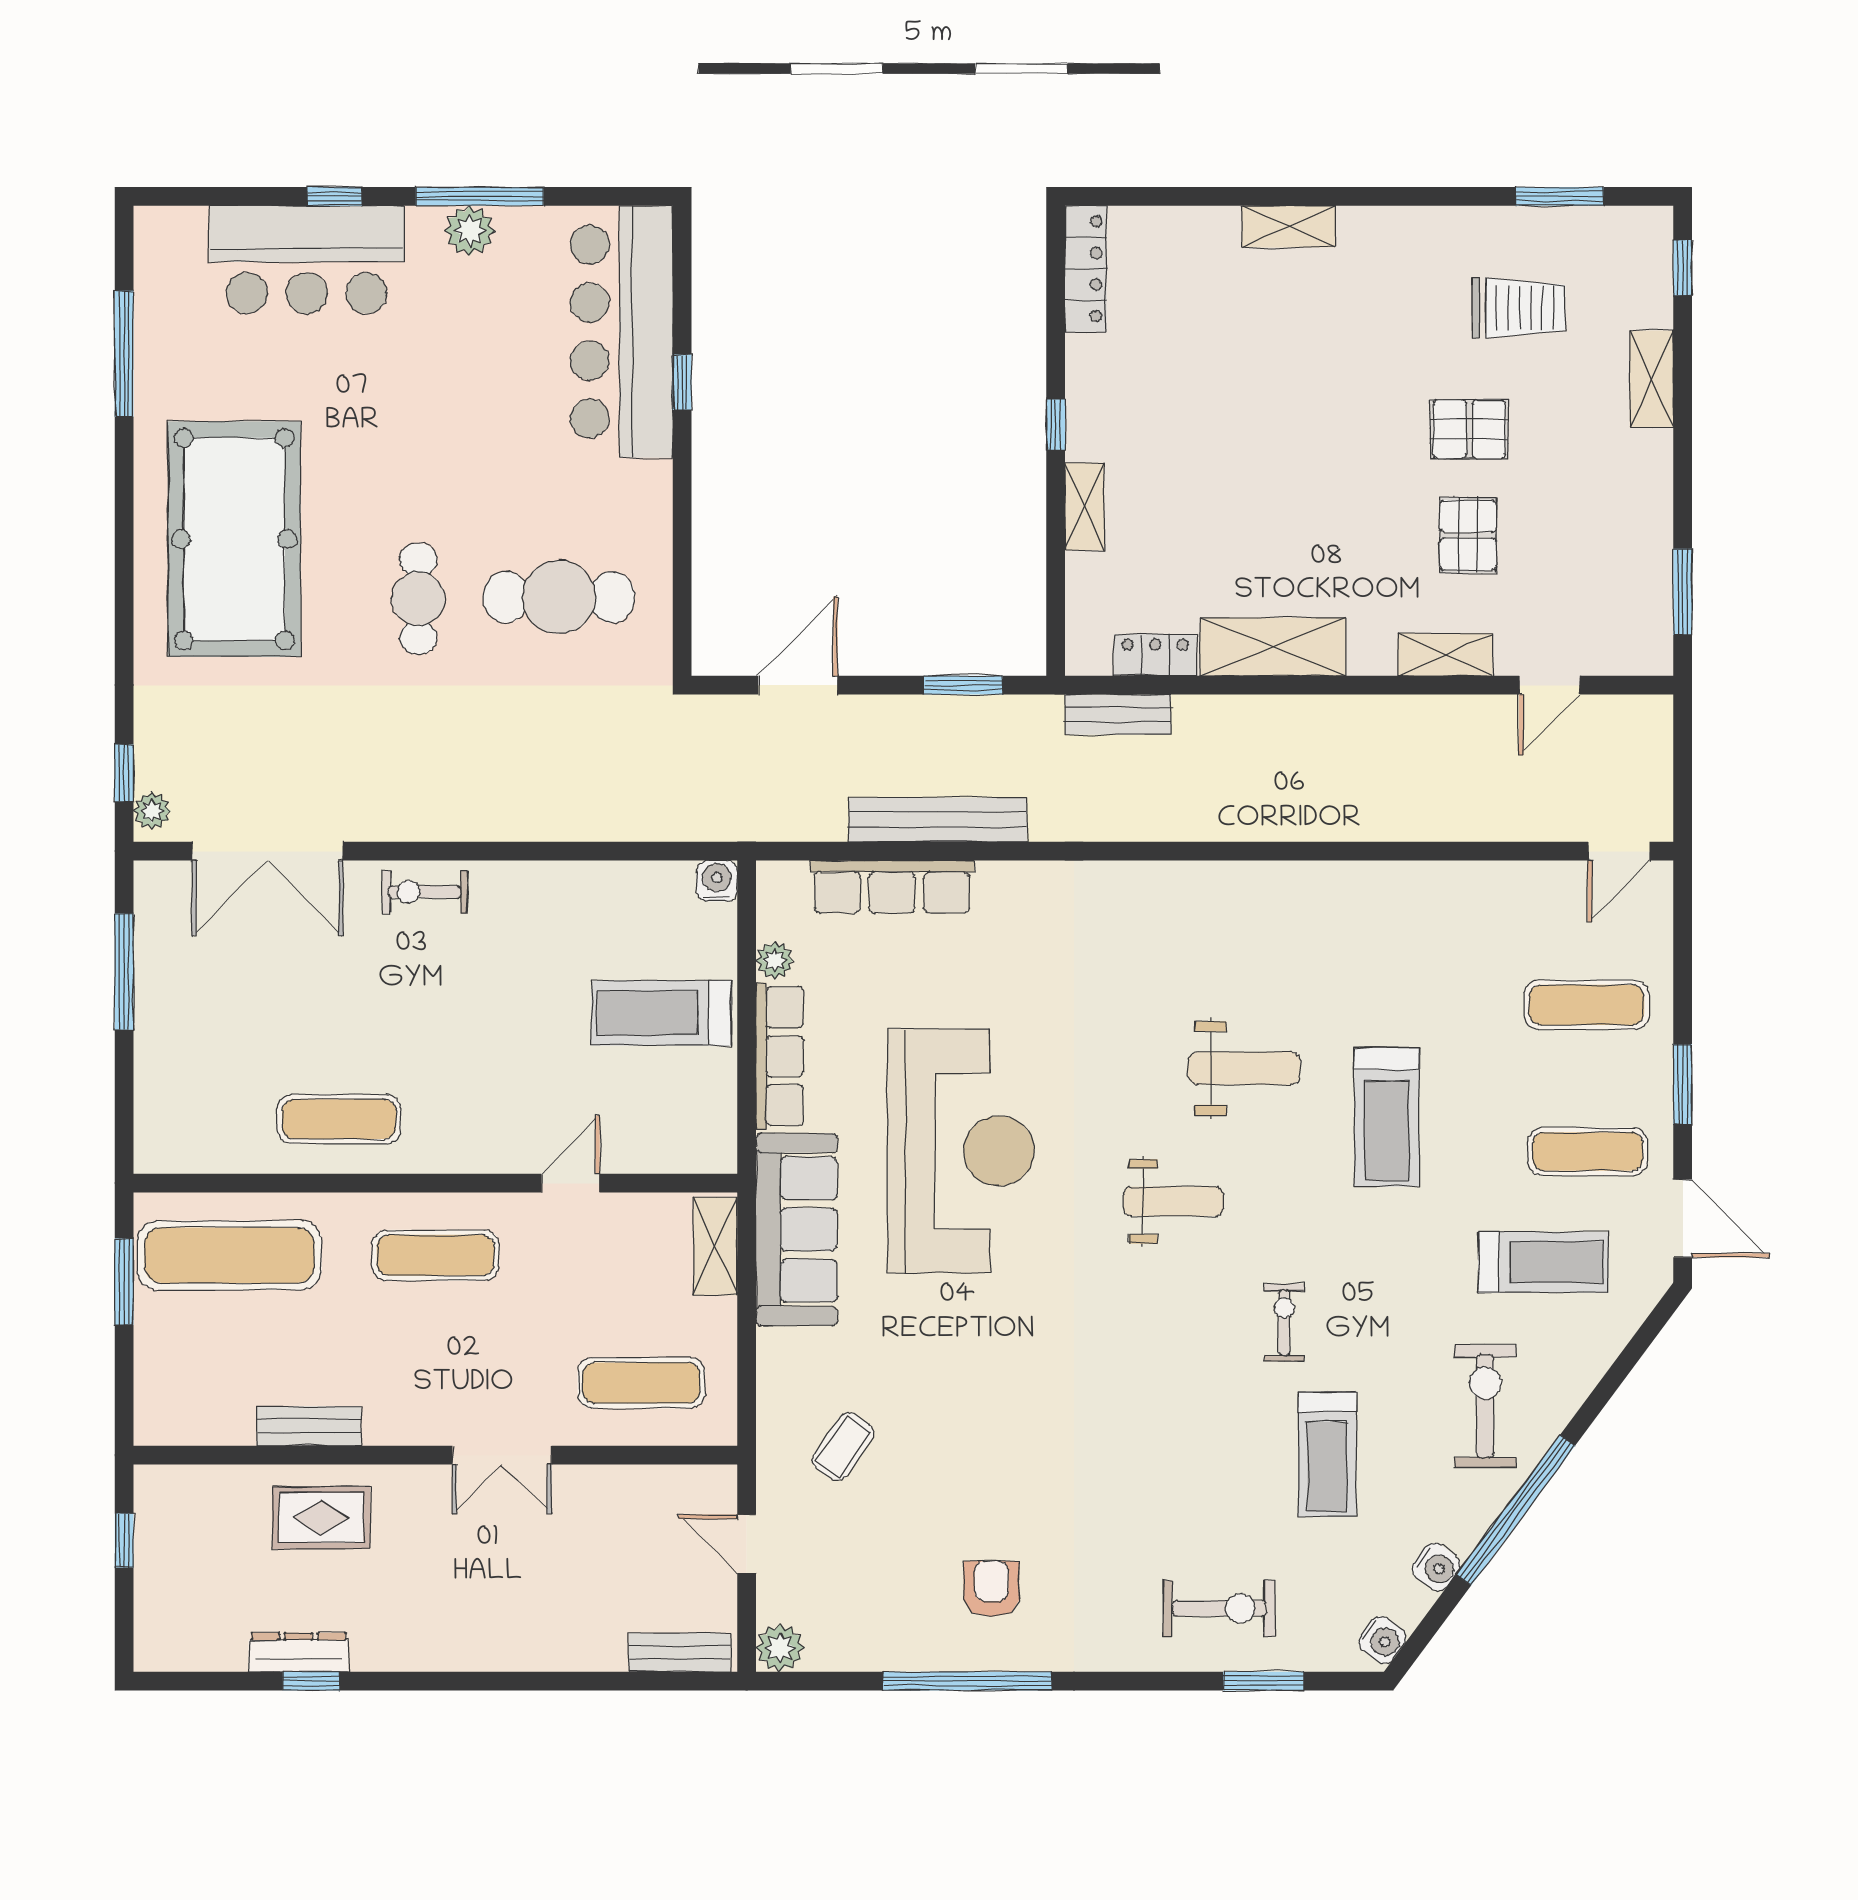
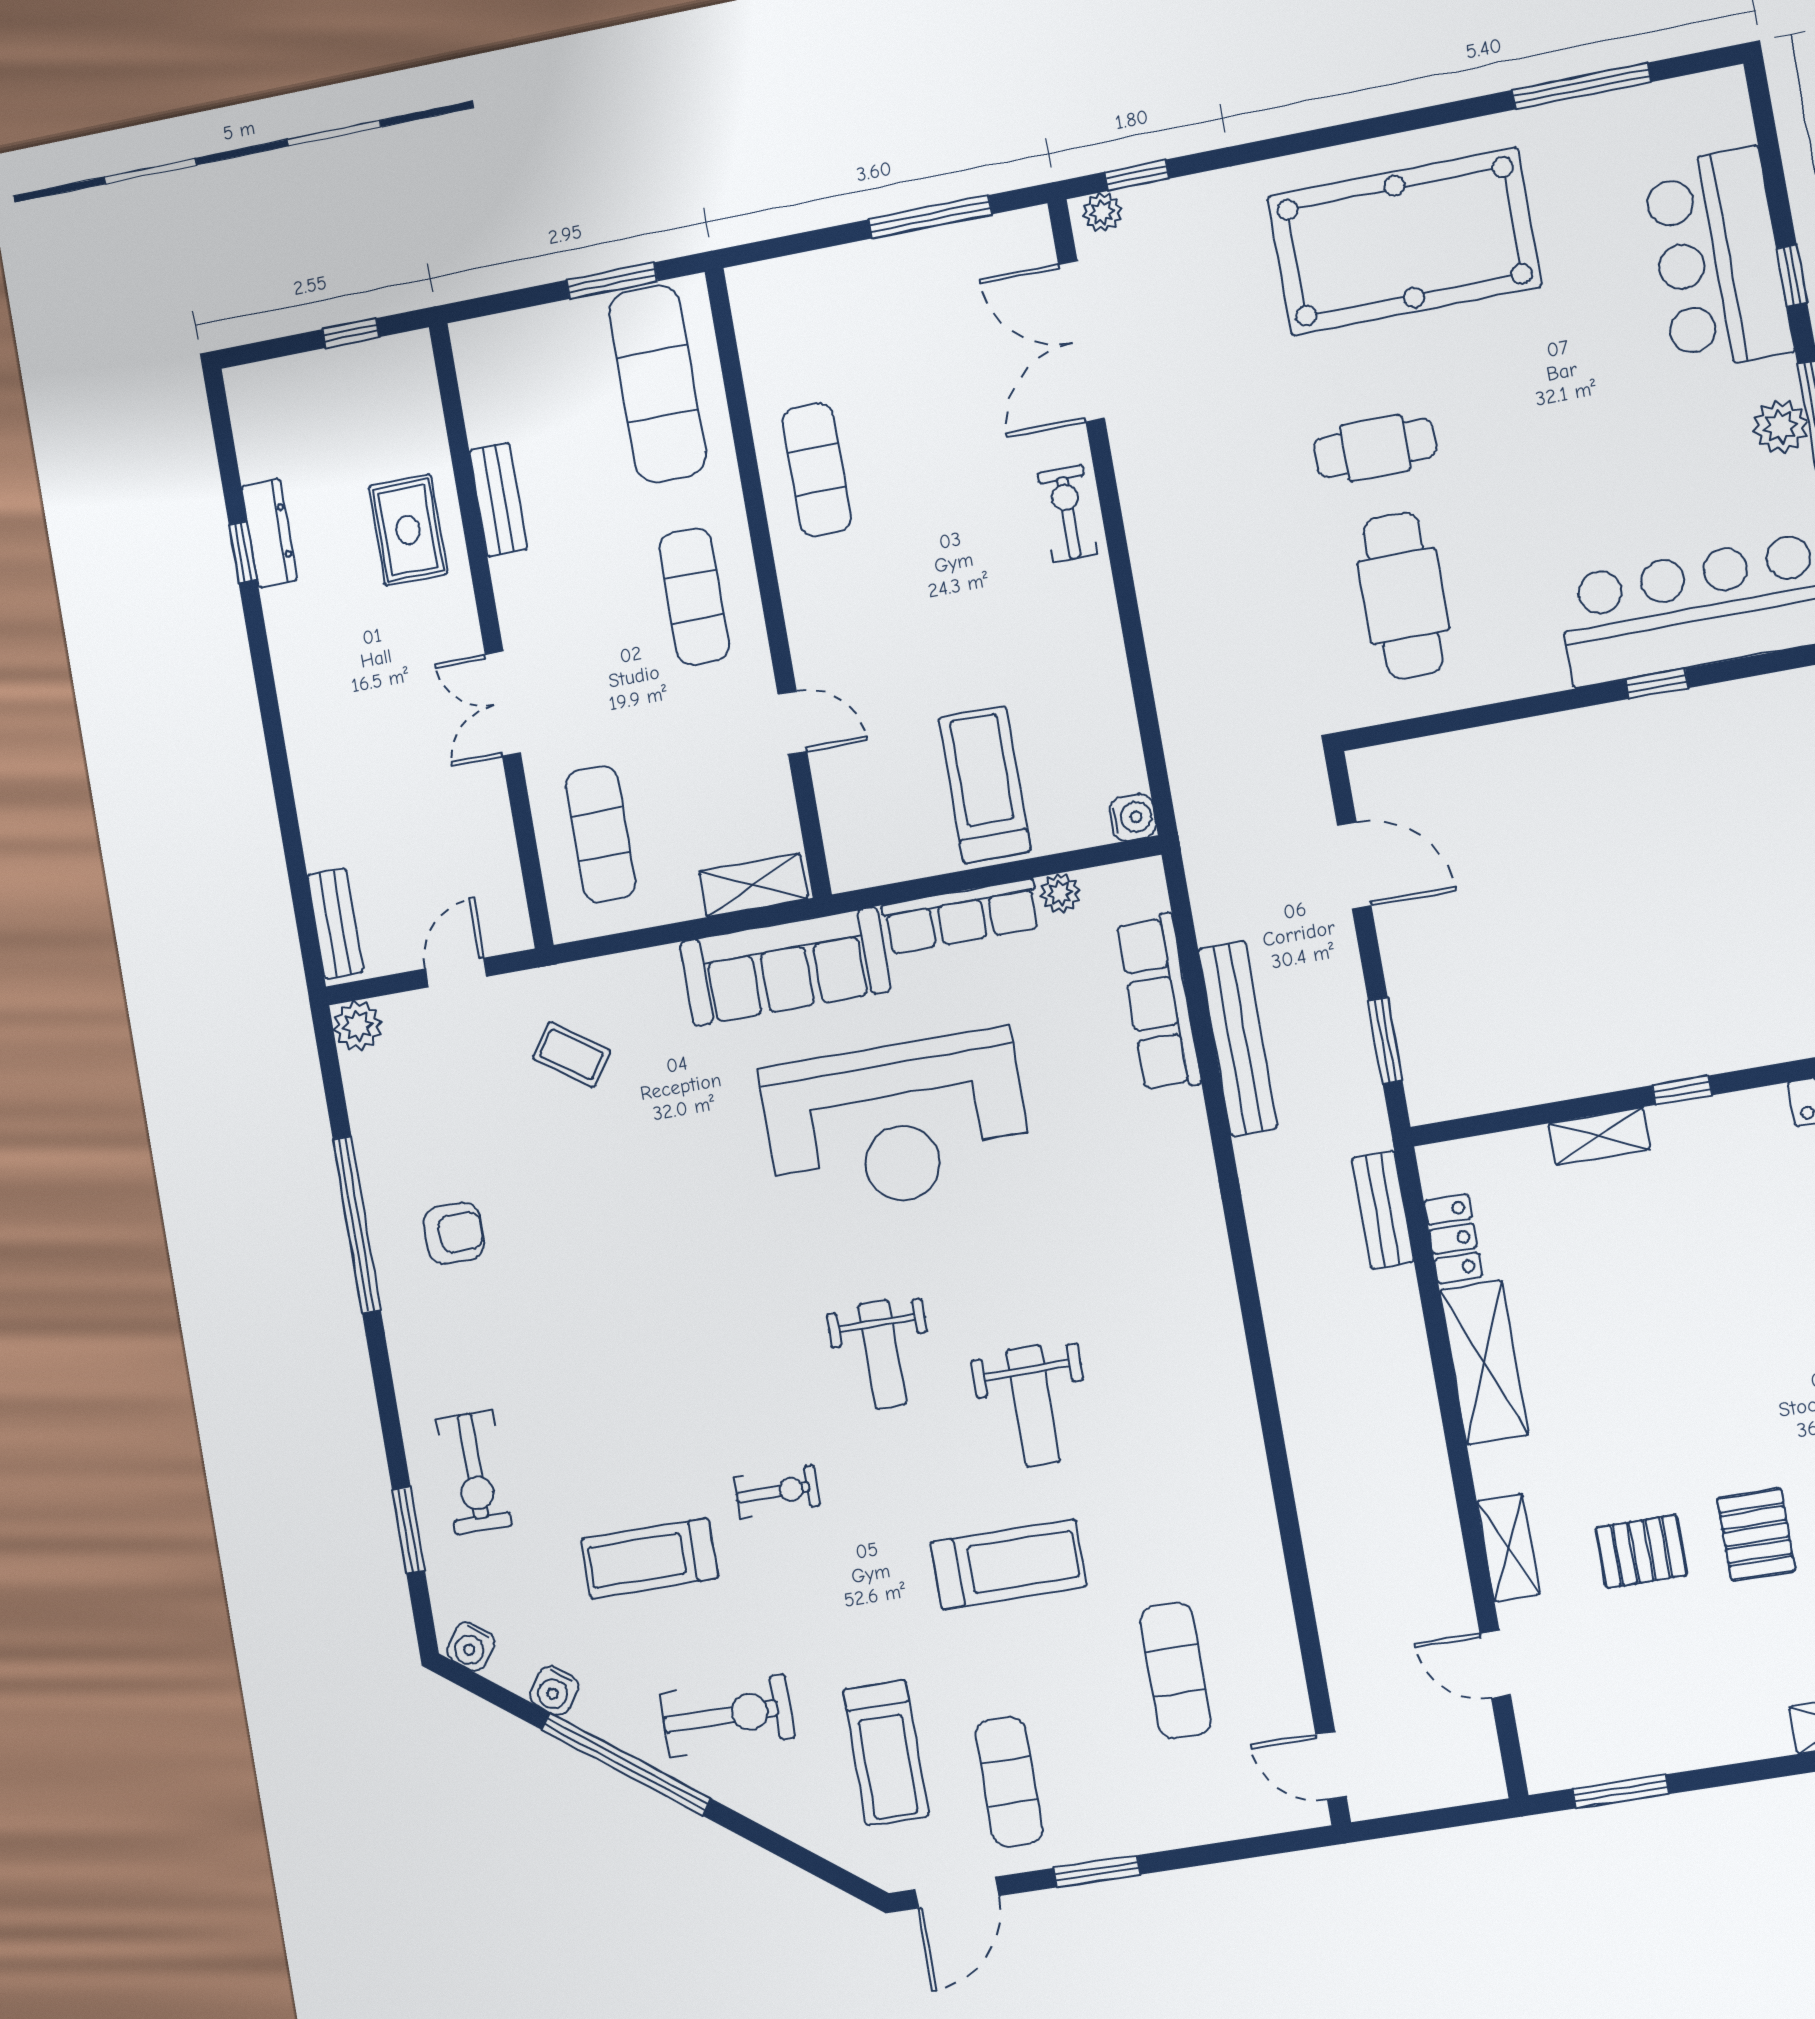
exercise mat: (1587, 1005) -> (1176, 1671), moved
treadmill: (1387, 1117) -> (1008, 1564), turned 180

